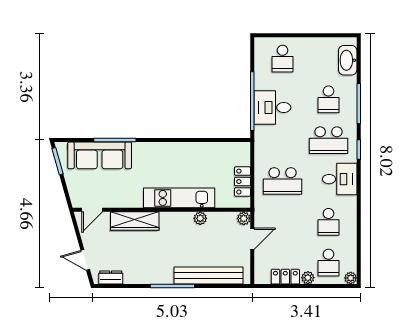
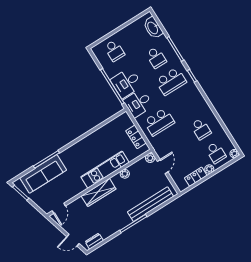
desk: (340, 179) -> (138, 103), moved, turned 180
wardrobe: (135, 221) -> (99, 192), moved

